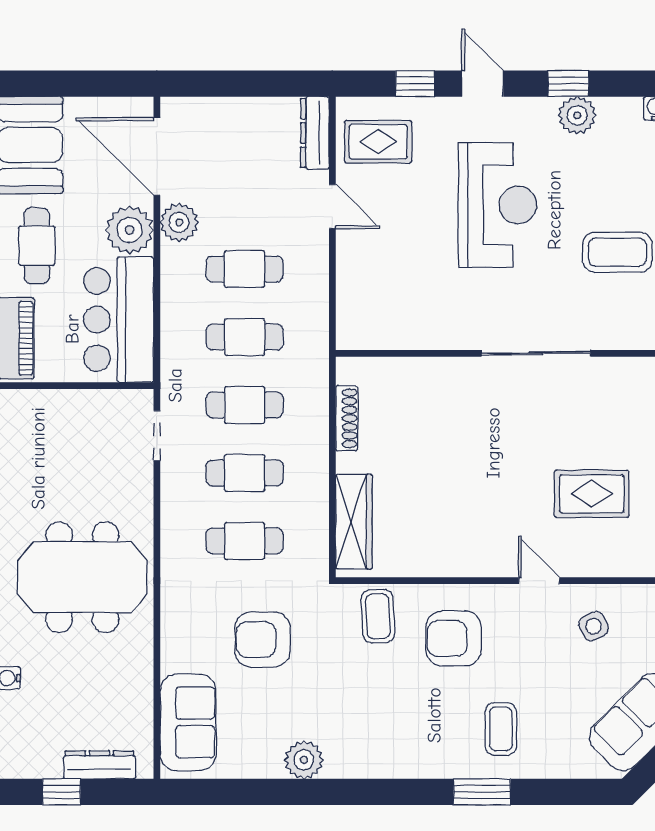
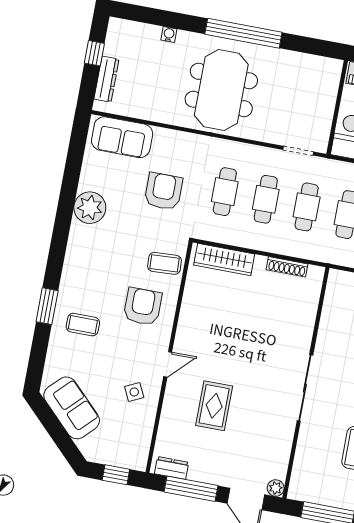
plant: (304, 760) -> (90, 208), width x1.36, depth x1.36

